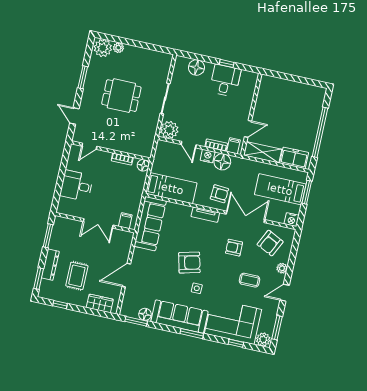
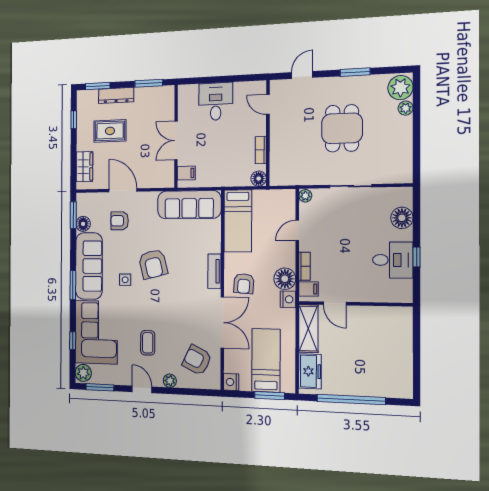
plant: (169, 130) -> (305, 196), width x0.53, depth x0.53
nightstand: (208, 156) -> (288, 299), moved
armchair: (234, 248) -> (120, 221), moved, turned -90

